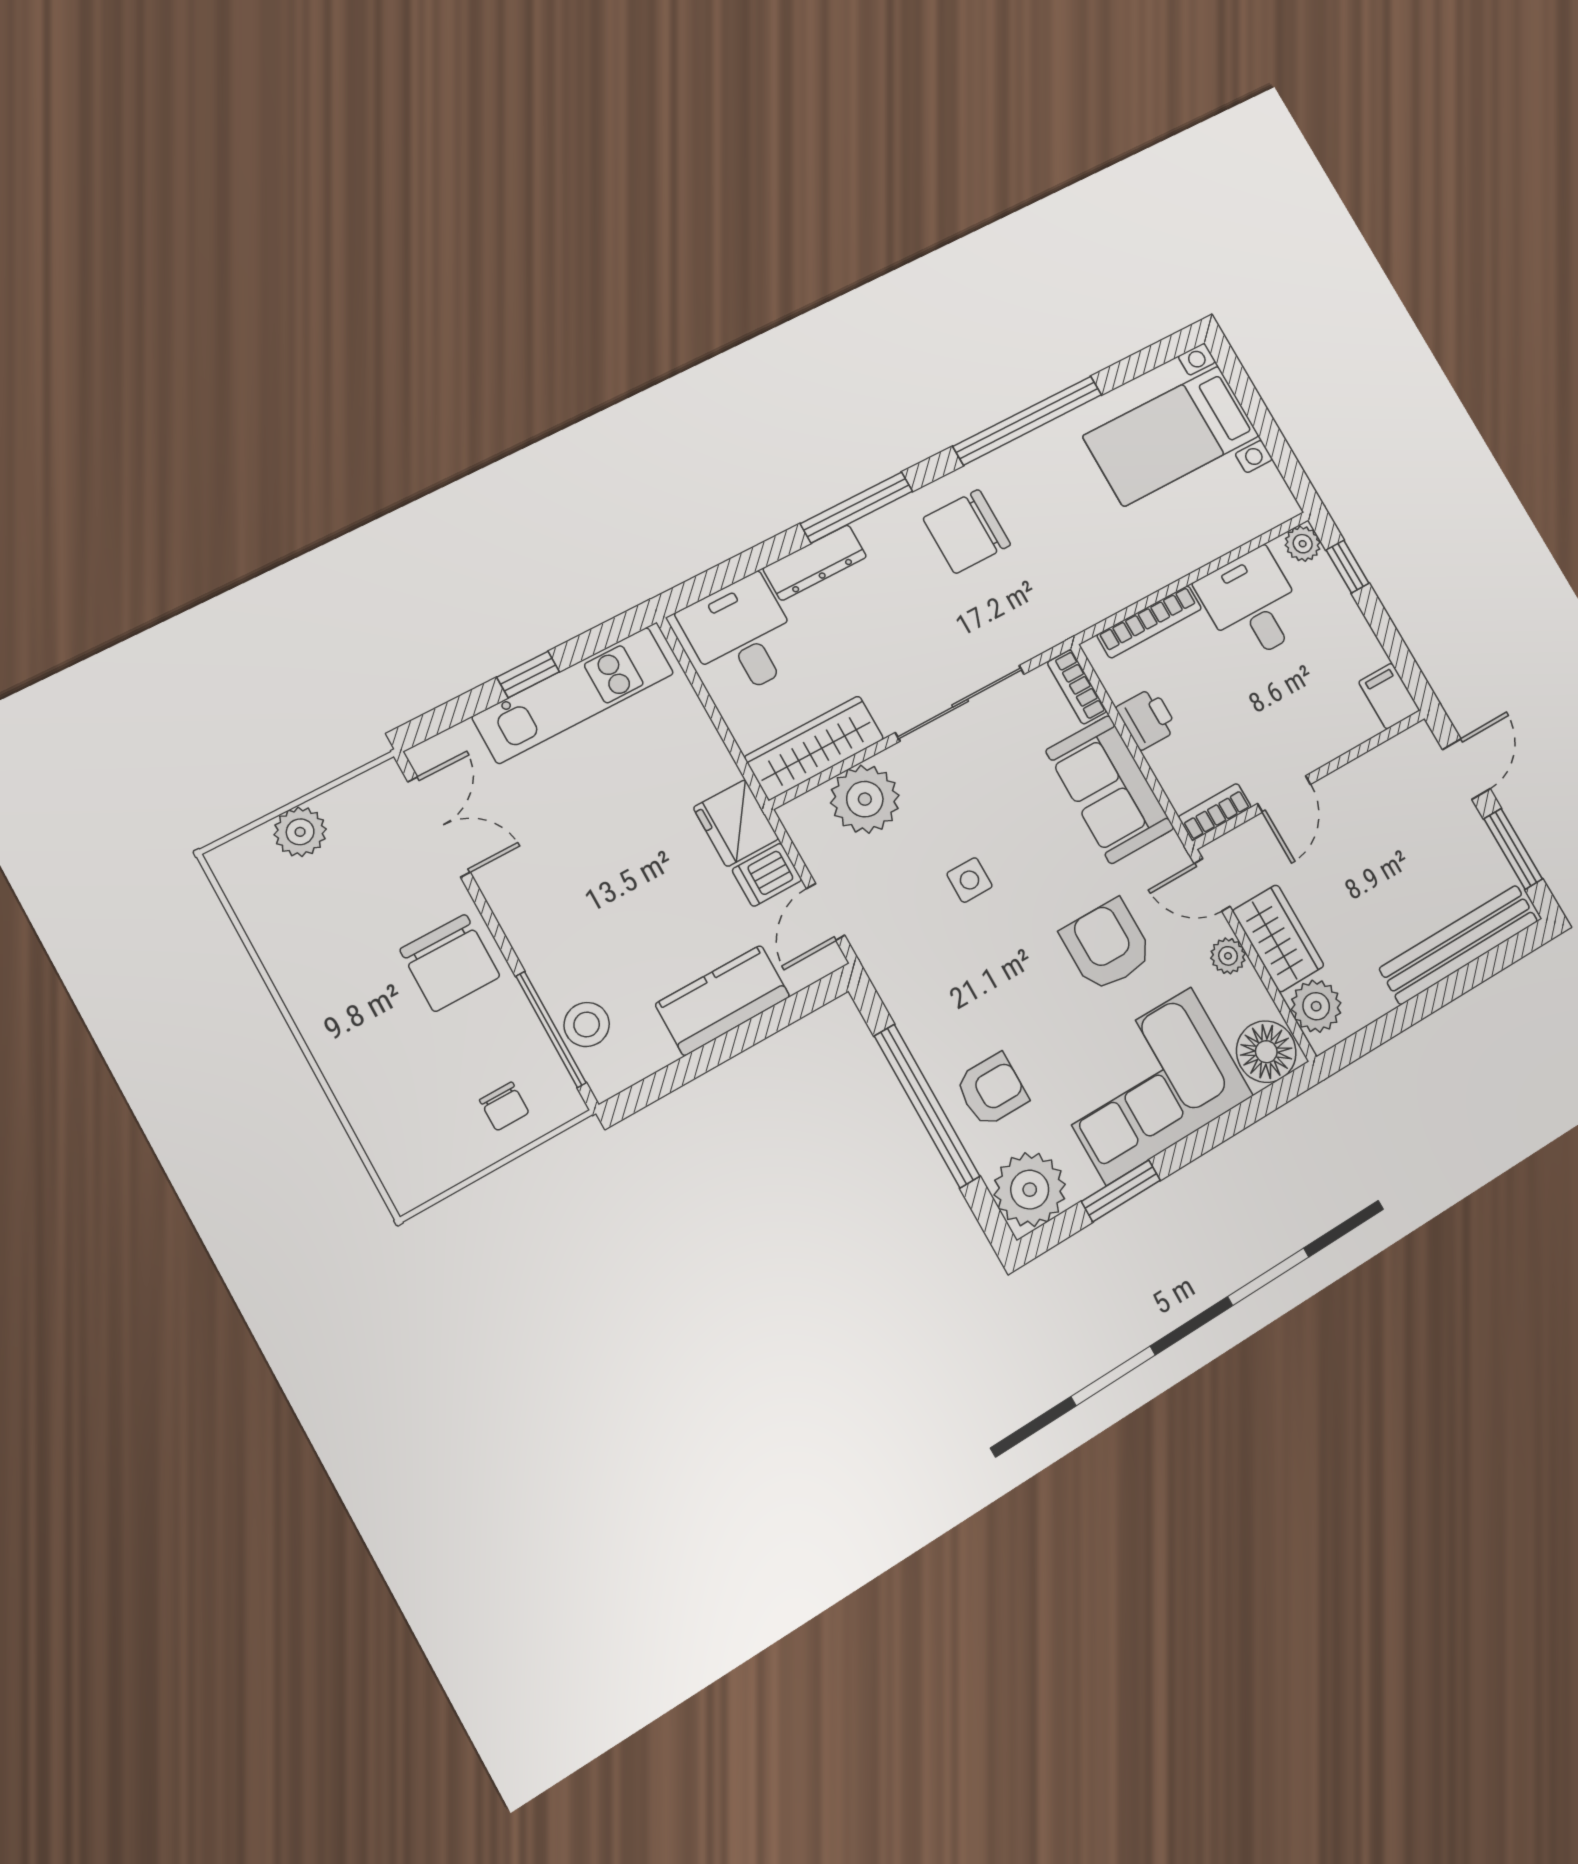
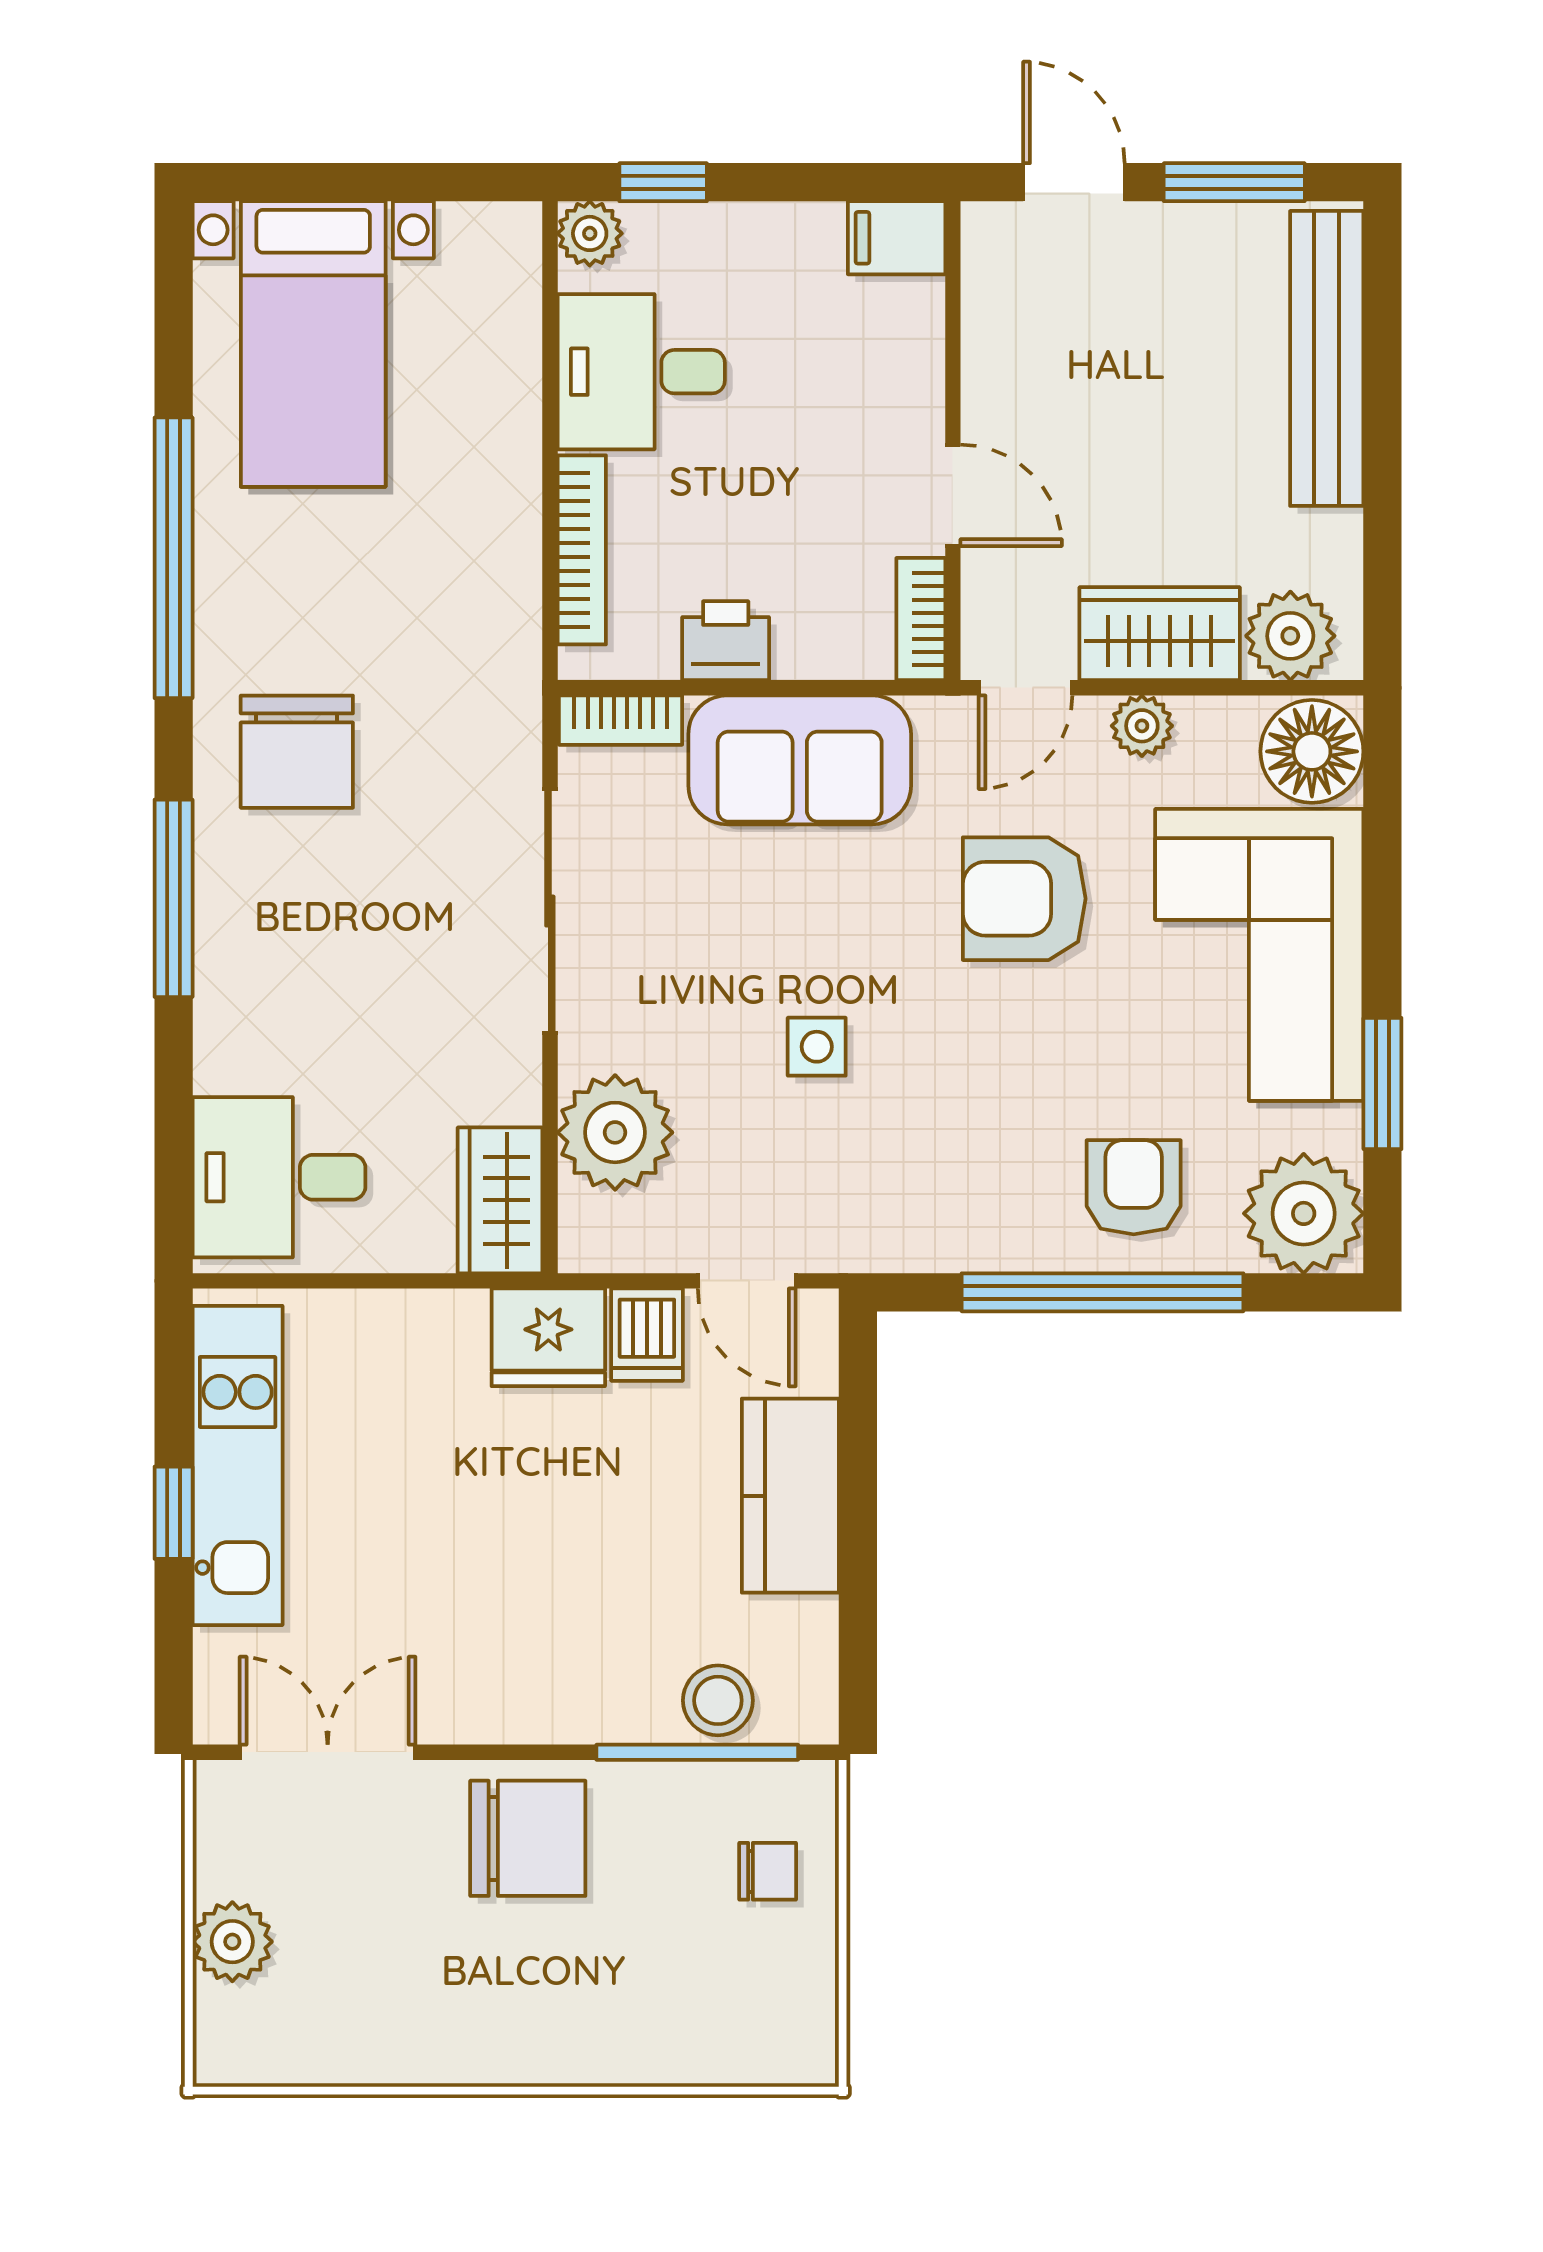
dresser: (815, 563) -> (225, 1008), removed
wardrobe: (814, 748) -> (500, 1200), width x0.67

